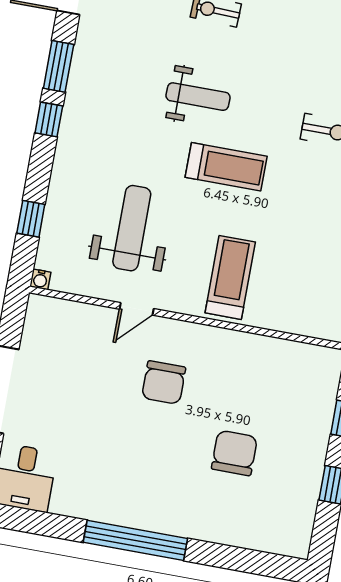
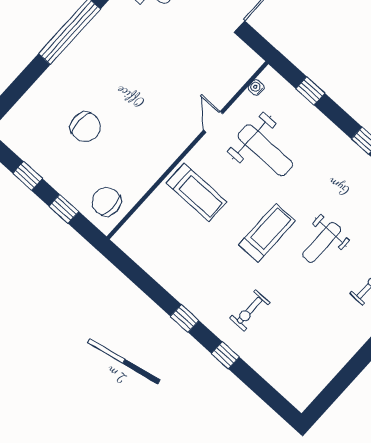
treadmill: (226, 167) -> (267, 233), turned 180
water cooler: (40, 279) -> (256, 88), moved
chair: (164, 383) -> (106, 202), moved

